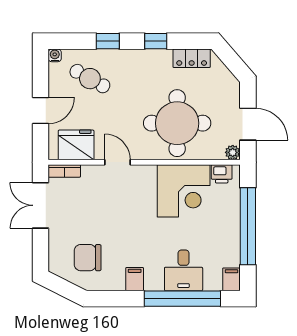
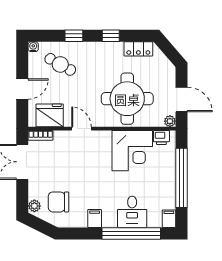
plant: (56, 263) -> (34, 206), added

